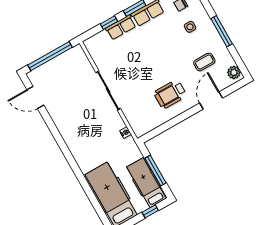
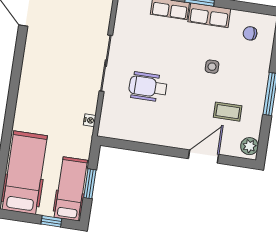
side table: (190, 27) -> (212, 67), moved
wheelchair: (170, 94) -> (148, 87), moved
window: (156, 171) -> (90, 184), width x0.69

